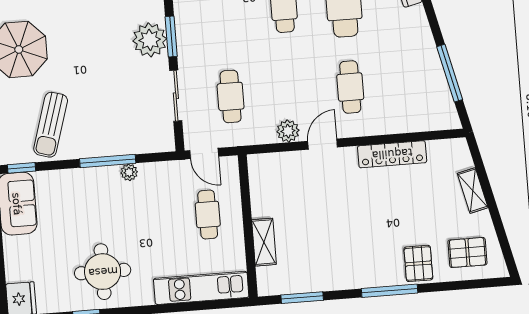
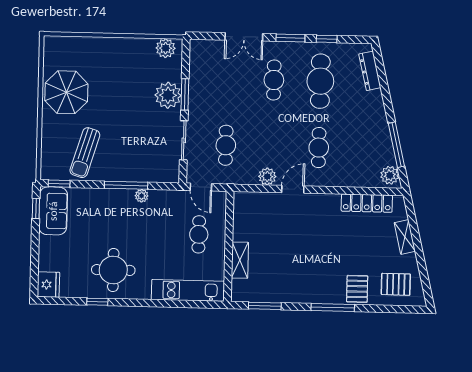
plant: (445, 113) -> (390, 175), added
locker: (392, 154) -> (367, 203), moved

